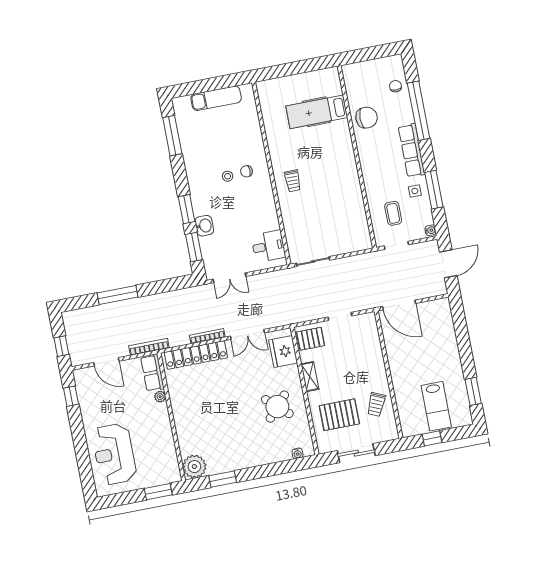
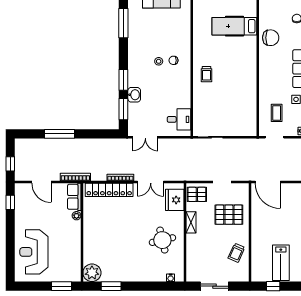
round table: (277, 407) -> (162, 240), turned 35
pallet: (339, 415) -> (229, 215), moved

